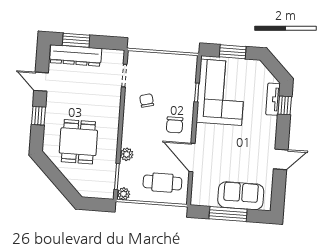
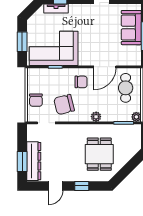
chair: (155, 64) -> (36, 100), added
chair: (147, 101) -> (64, 105), width x1.87, depth x1.87
dining table: (78, 142) -> (99, 154), turned 90
plant: (127, 154) -> (96, 117), moved

